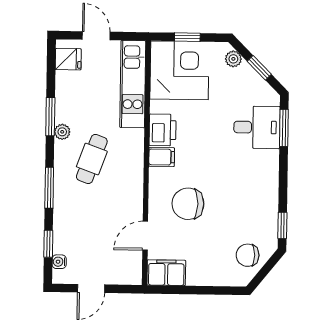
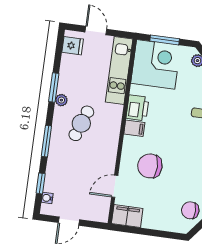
window: (187, 37) -> (165, 40), width x1.50

